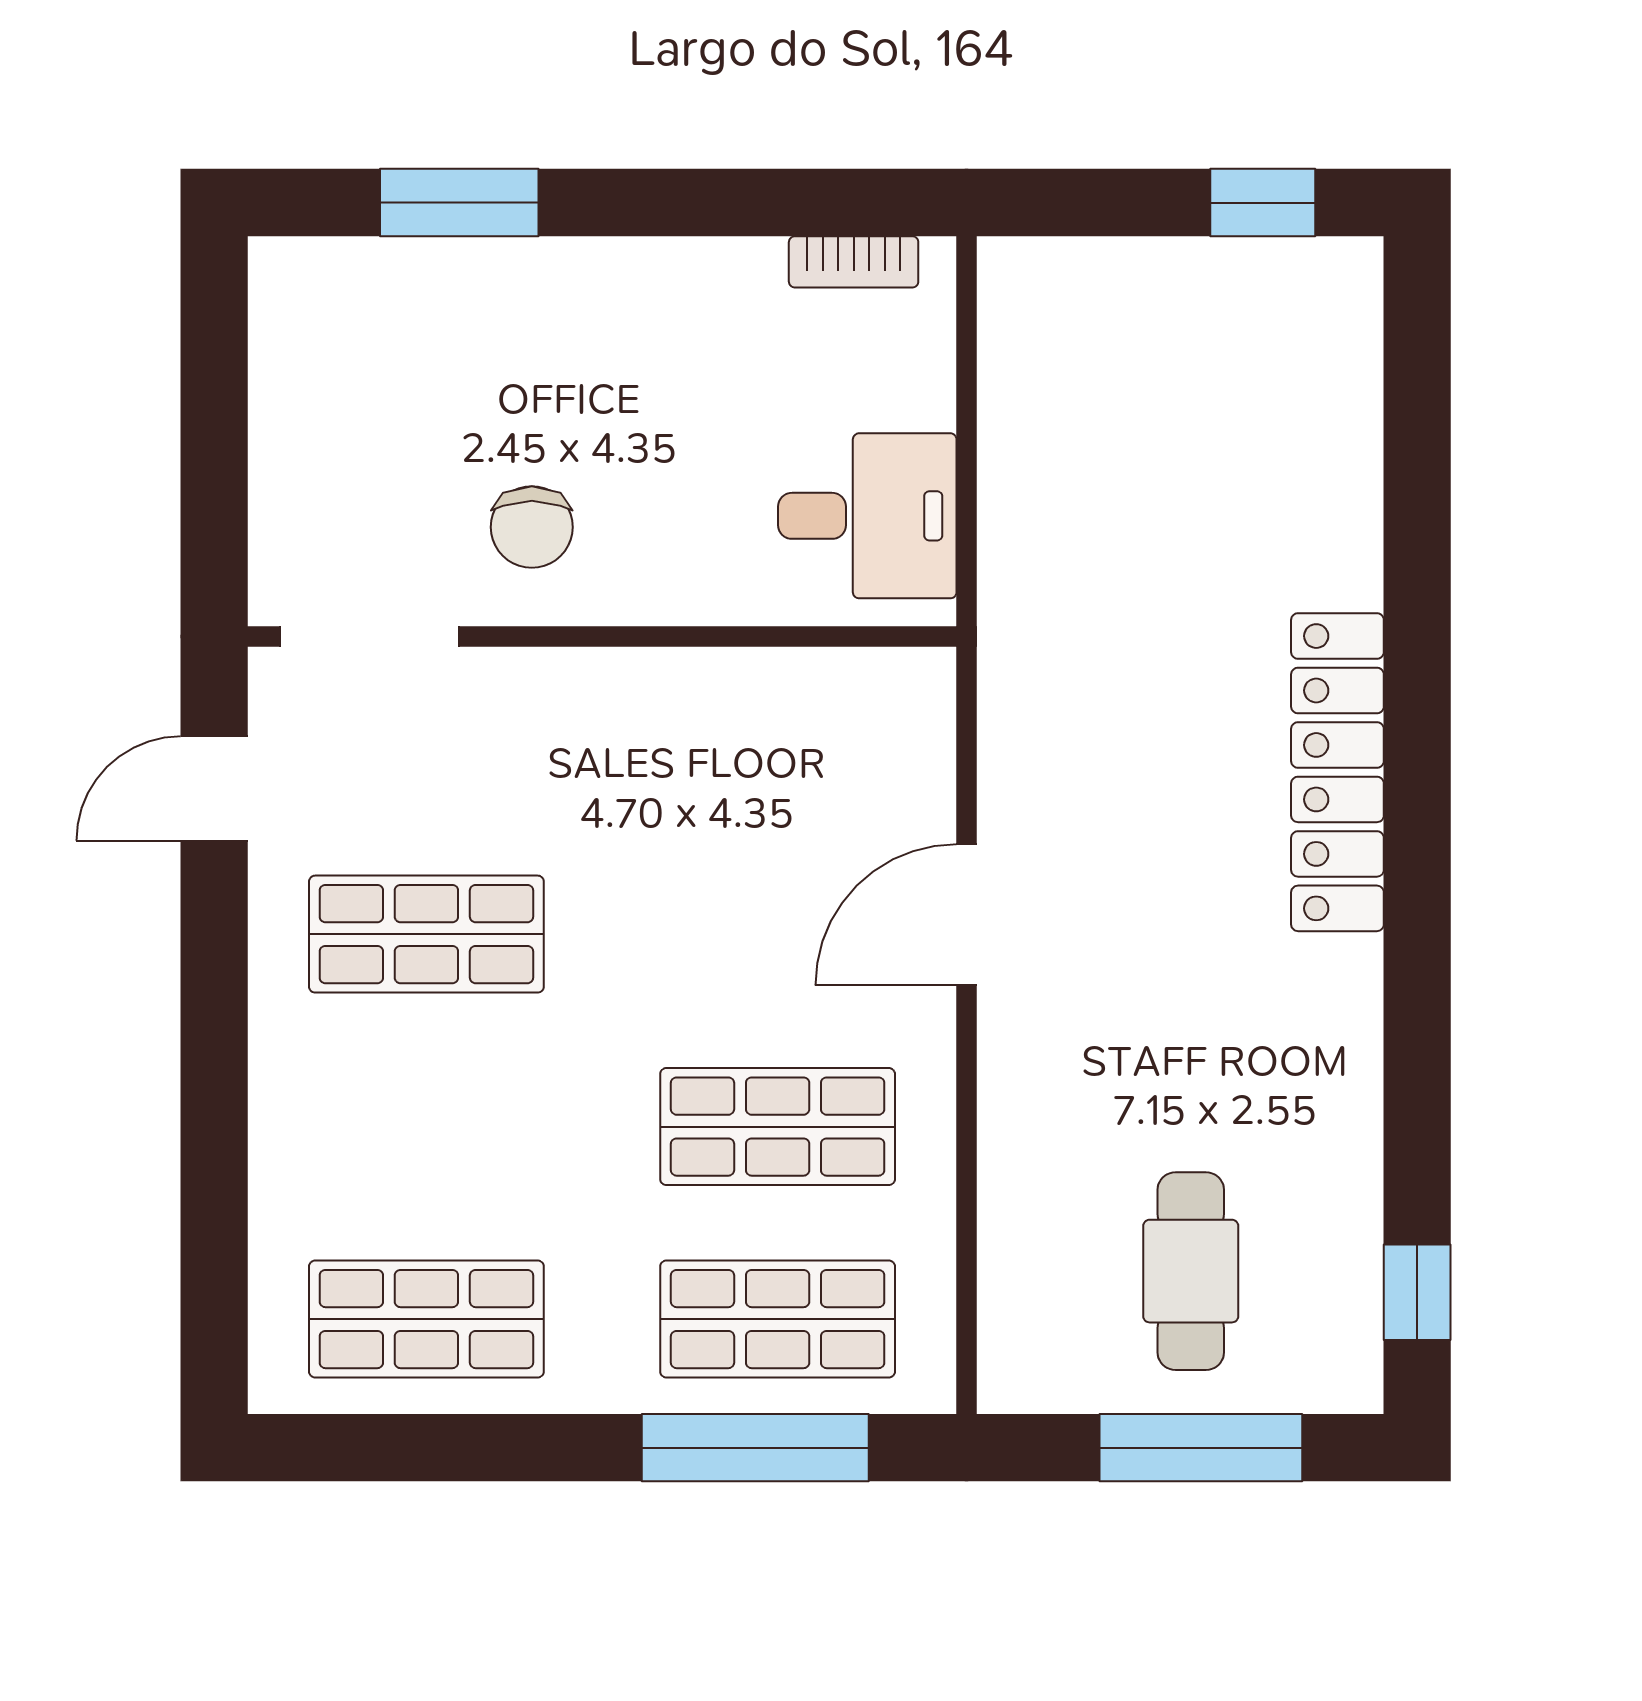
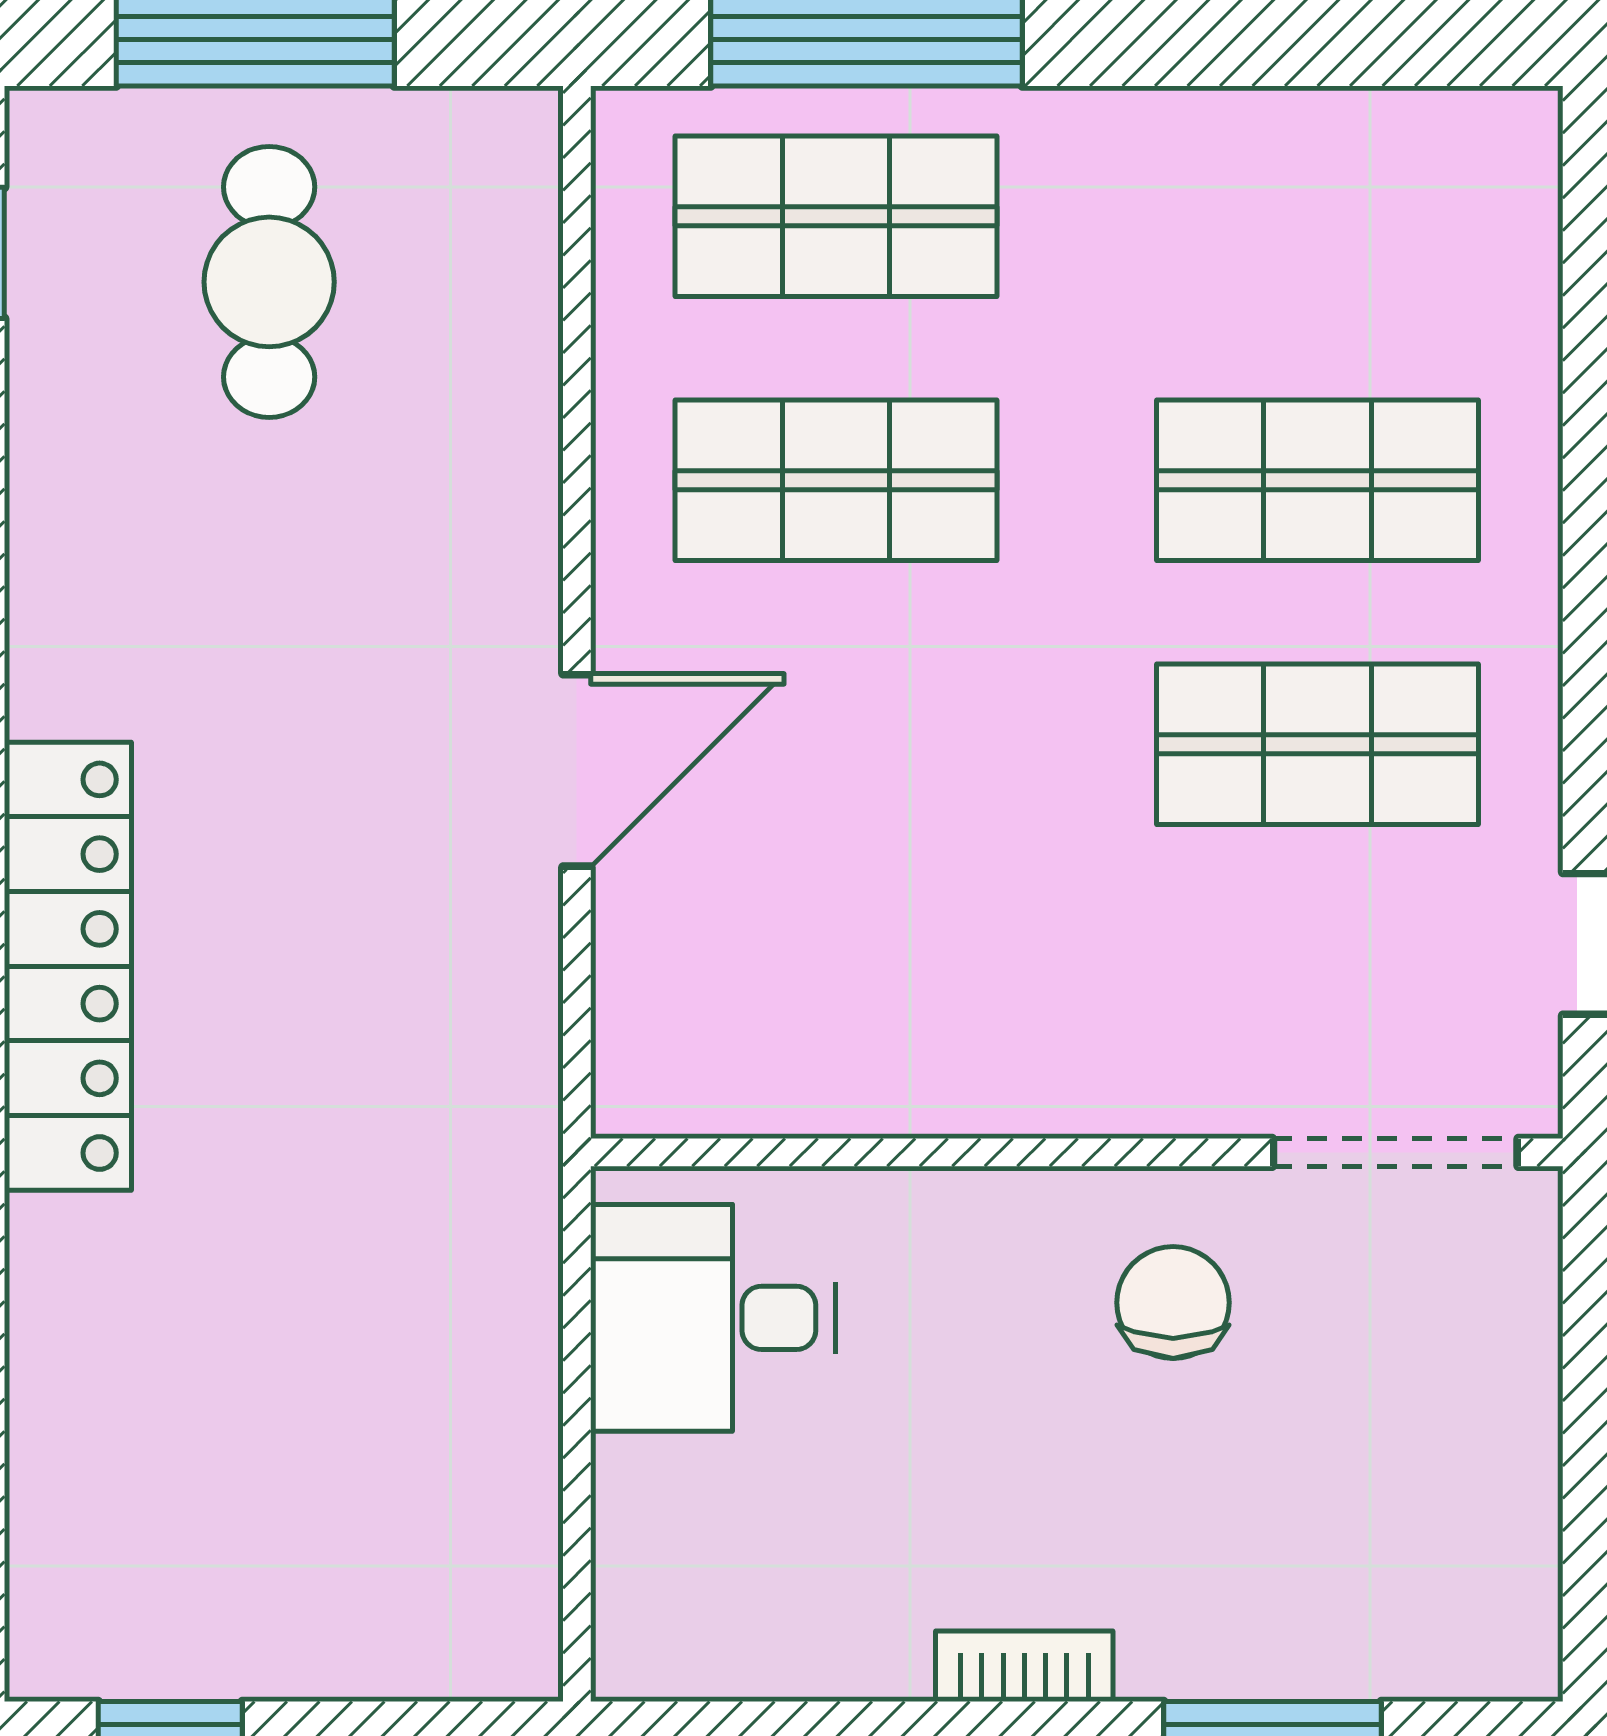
bookcase: (854, 262) -> (1024, 1666), moved
shop shelf: (426, 1319) -> (1318, 480), moved

